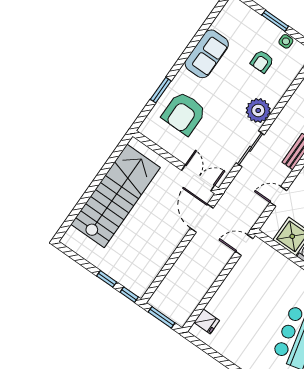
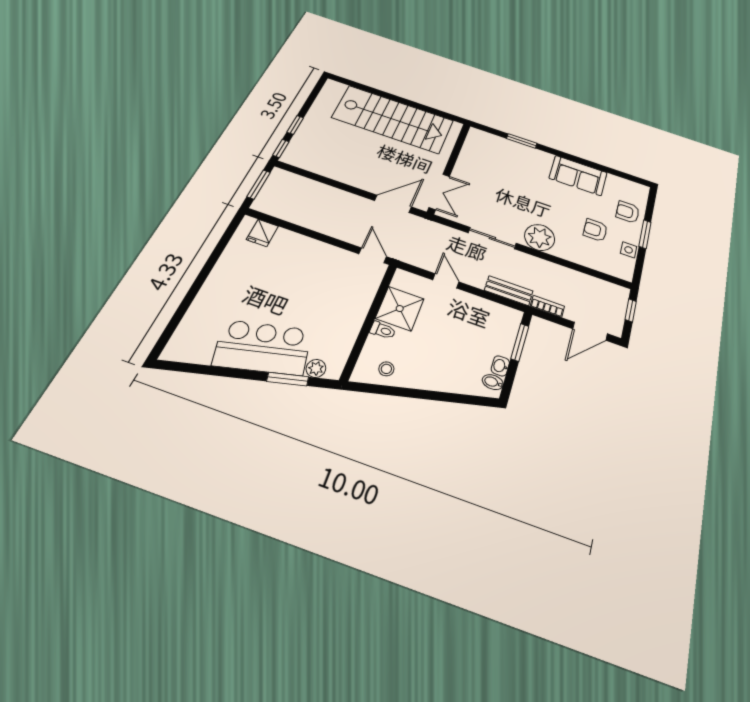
armchair: (184, 113) -> (628, 212), moved, width x0.53, depth x0.53

